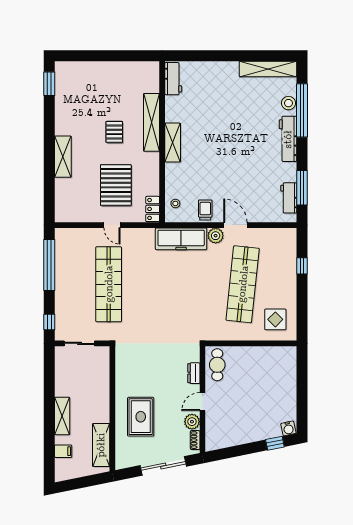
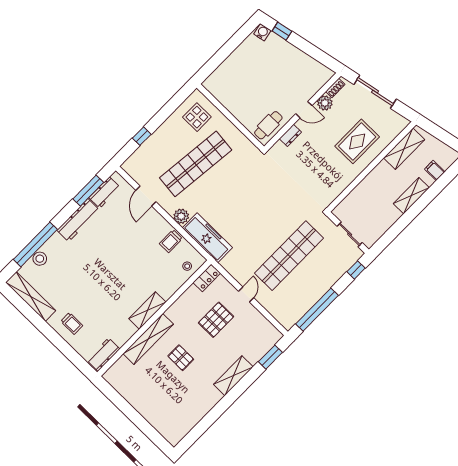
trolley: (219, 79) -> (72, 323), added
window: (49, 84) -> (270, 357), moved
pallet: (114, 132) -> (181, 358), turned 90
workbench: (288, 139) -> (78, 220), moved
pallet: (116, 185) -> (216, 320), width x0.73, depth x0.71
door: (235, 225) -> (146, 196), moved

